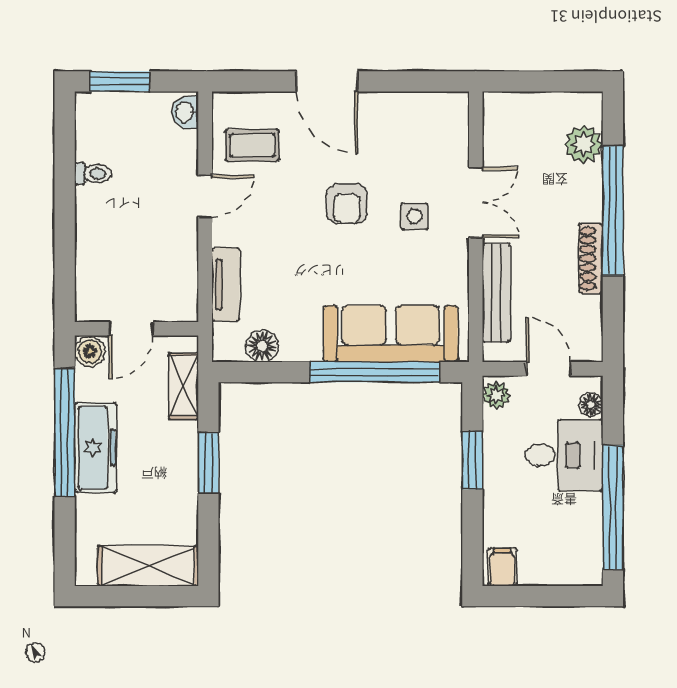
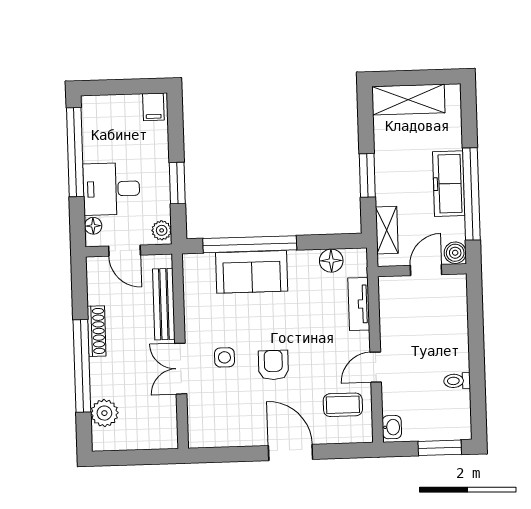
sofa: (391, 334) -> (252, 272), width x0.73

